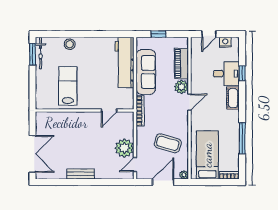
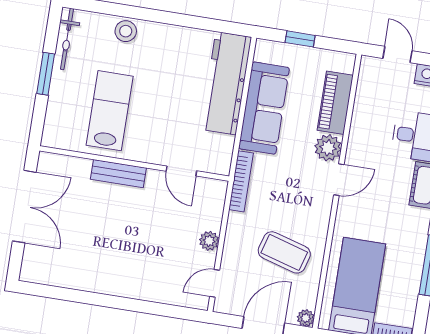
door: (209, 34) -> (398, 55), swing flipped
window: (32, 54) -> (46, 74), moved
door: (109, 110) -> (181, 171), hinge flipped
plant: (124, 148) -> (209, 241), width x0.53, depth x0.53
double door: (32, 154) -> (24, 207), moved
bench: (81, 174) -> (118, 174), moved

